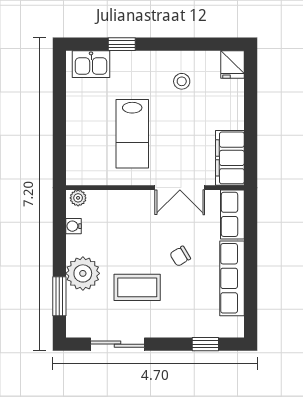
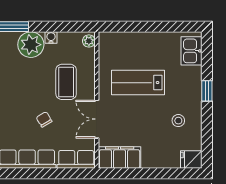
window: (122, 44) -> (207, 91), moved
water cooler: (74, 226) -> (51, 38), moved
coffee table: (137, 287) -> (66, 82), moved

